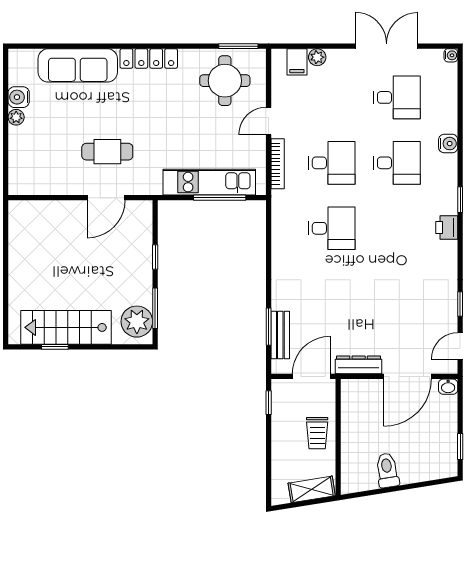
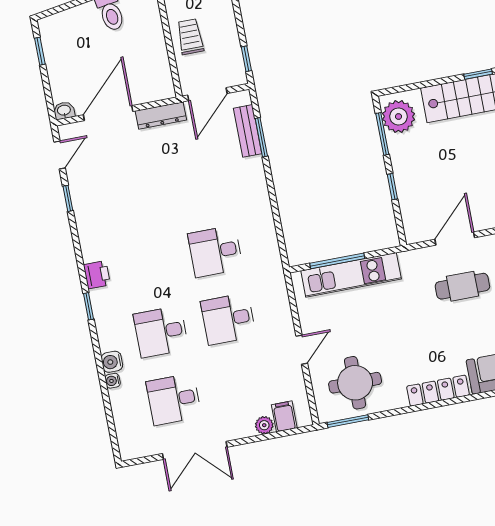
water cooler: (451, 55) -> (113, 381), moved
bookcase: (278, 164) -> (284, 307), removed

